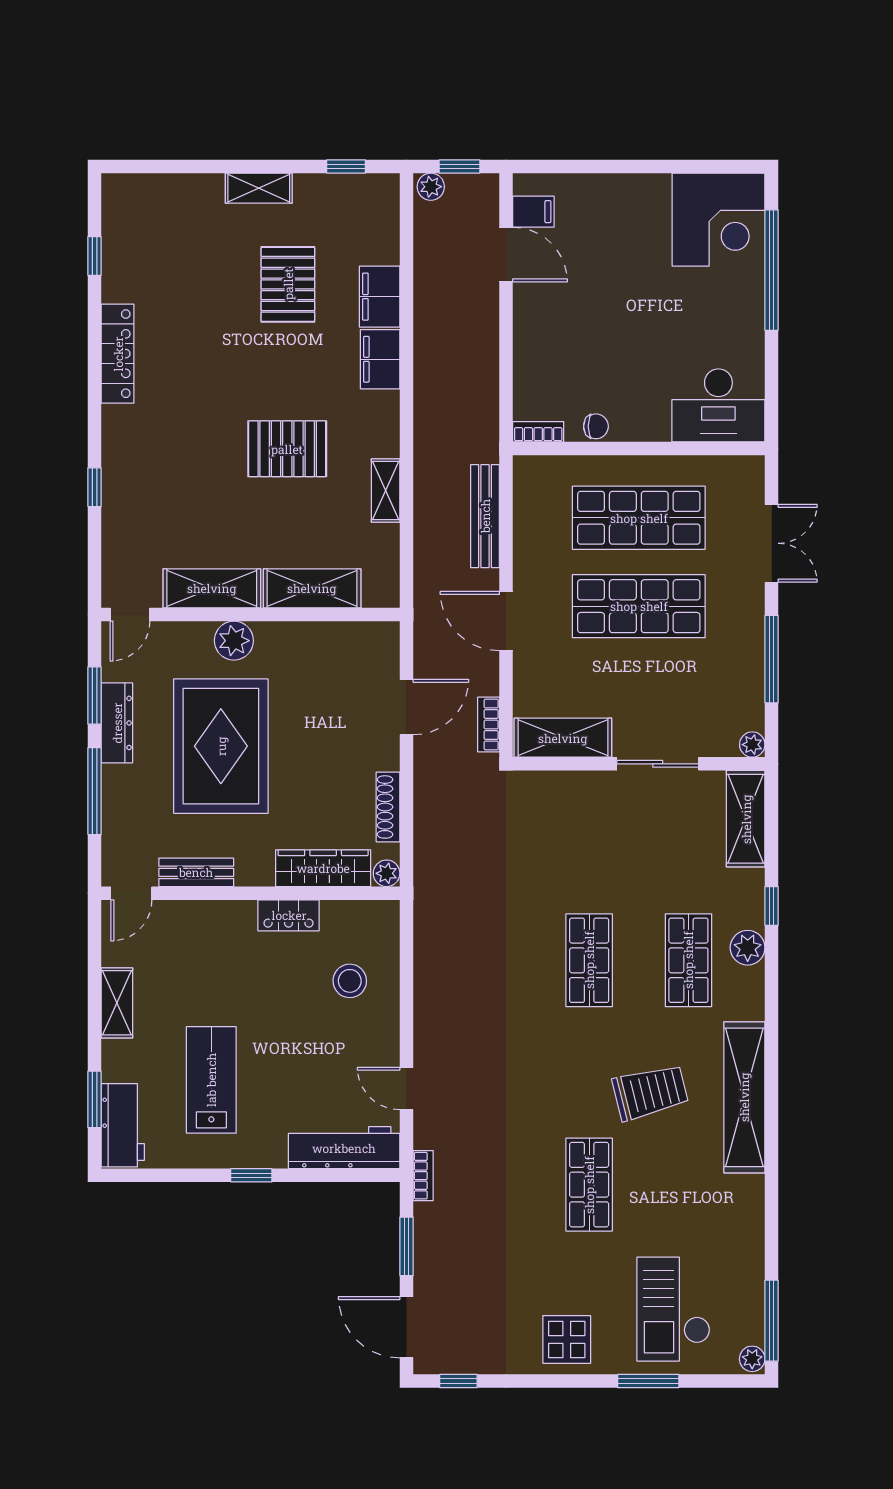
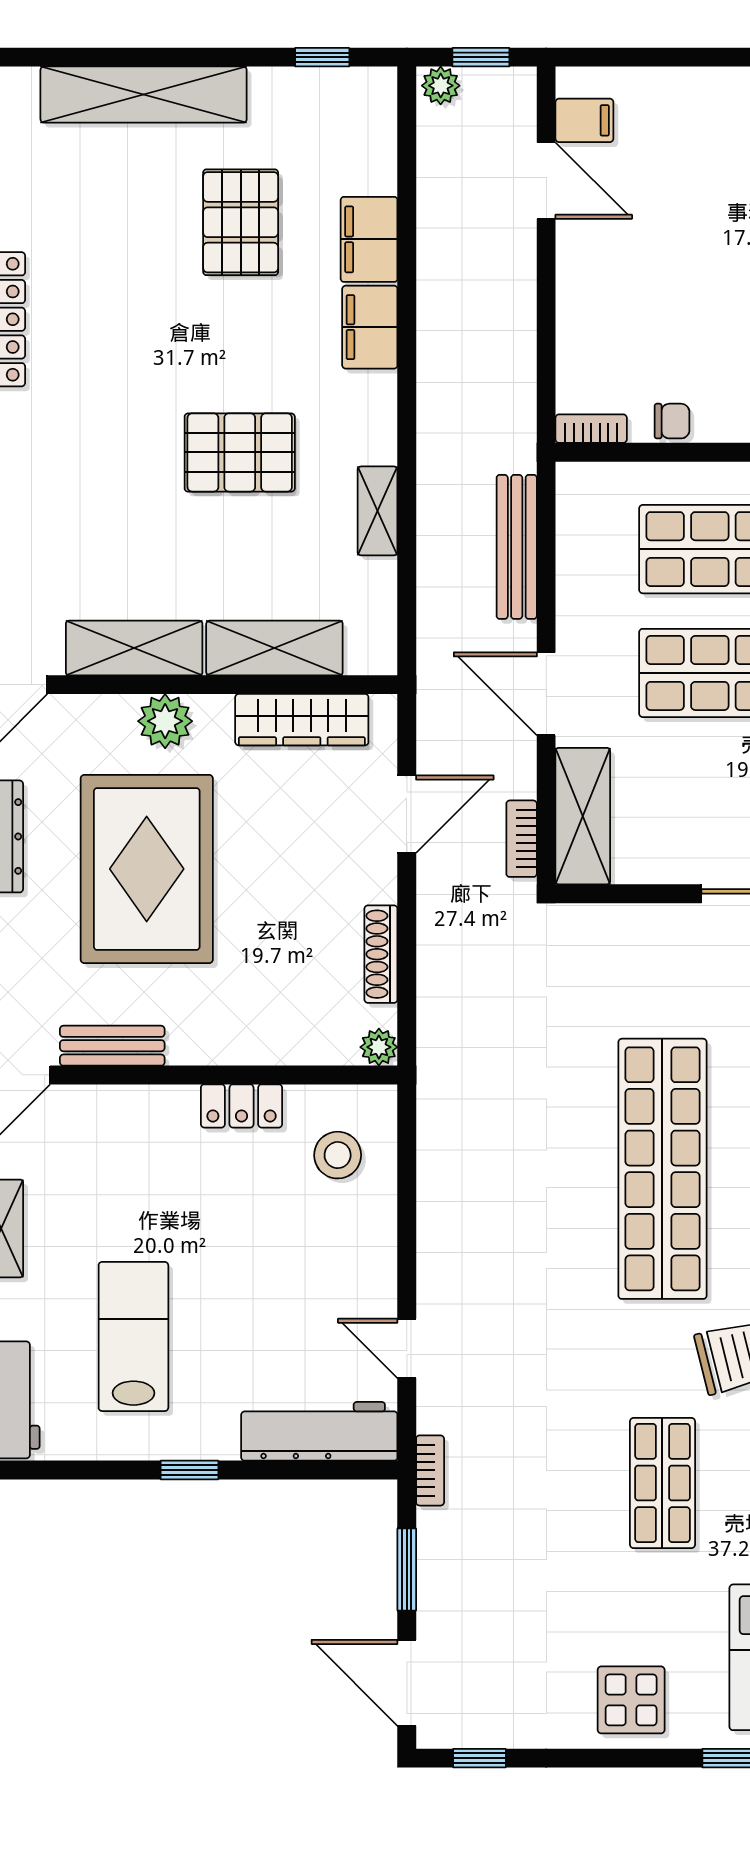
shelving: (259, 188) -> (144, 95), width x2.20, depth x1.33
shelving: (563, 738) -> (583, 816), moved, turned 90
wardrobe: (323, 868) -> (302, 720), moved, turned 180
shop shelf: (589, 960) -> (662, 1169), width x2.00, depth x1.36
stool: (350, 981) -> (338, 1155), moved

